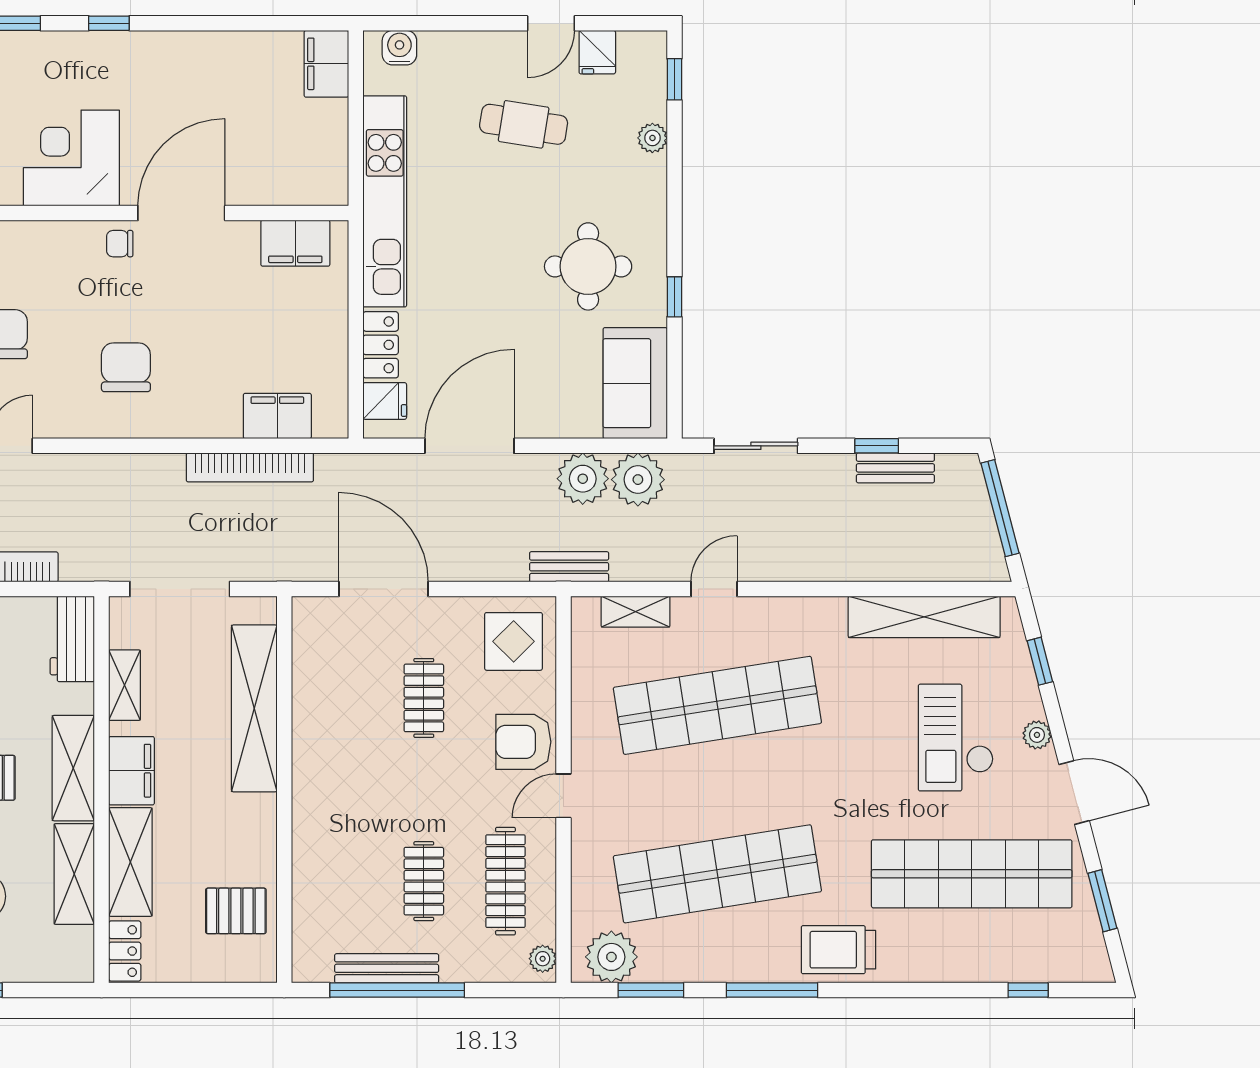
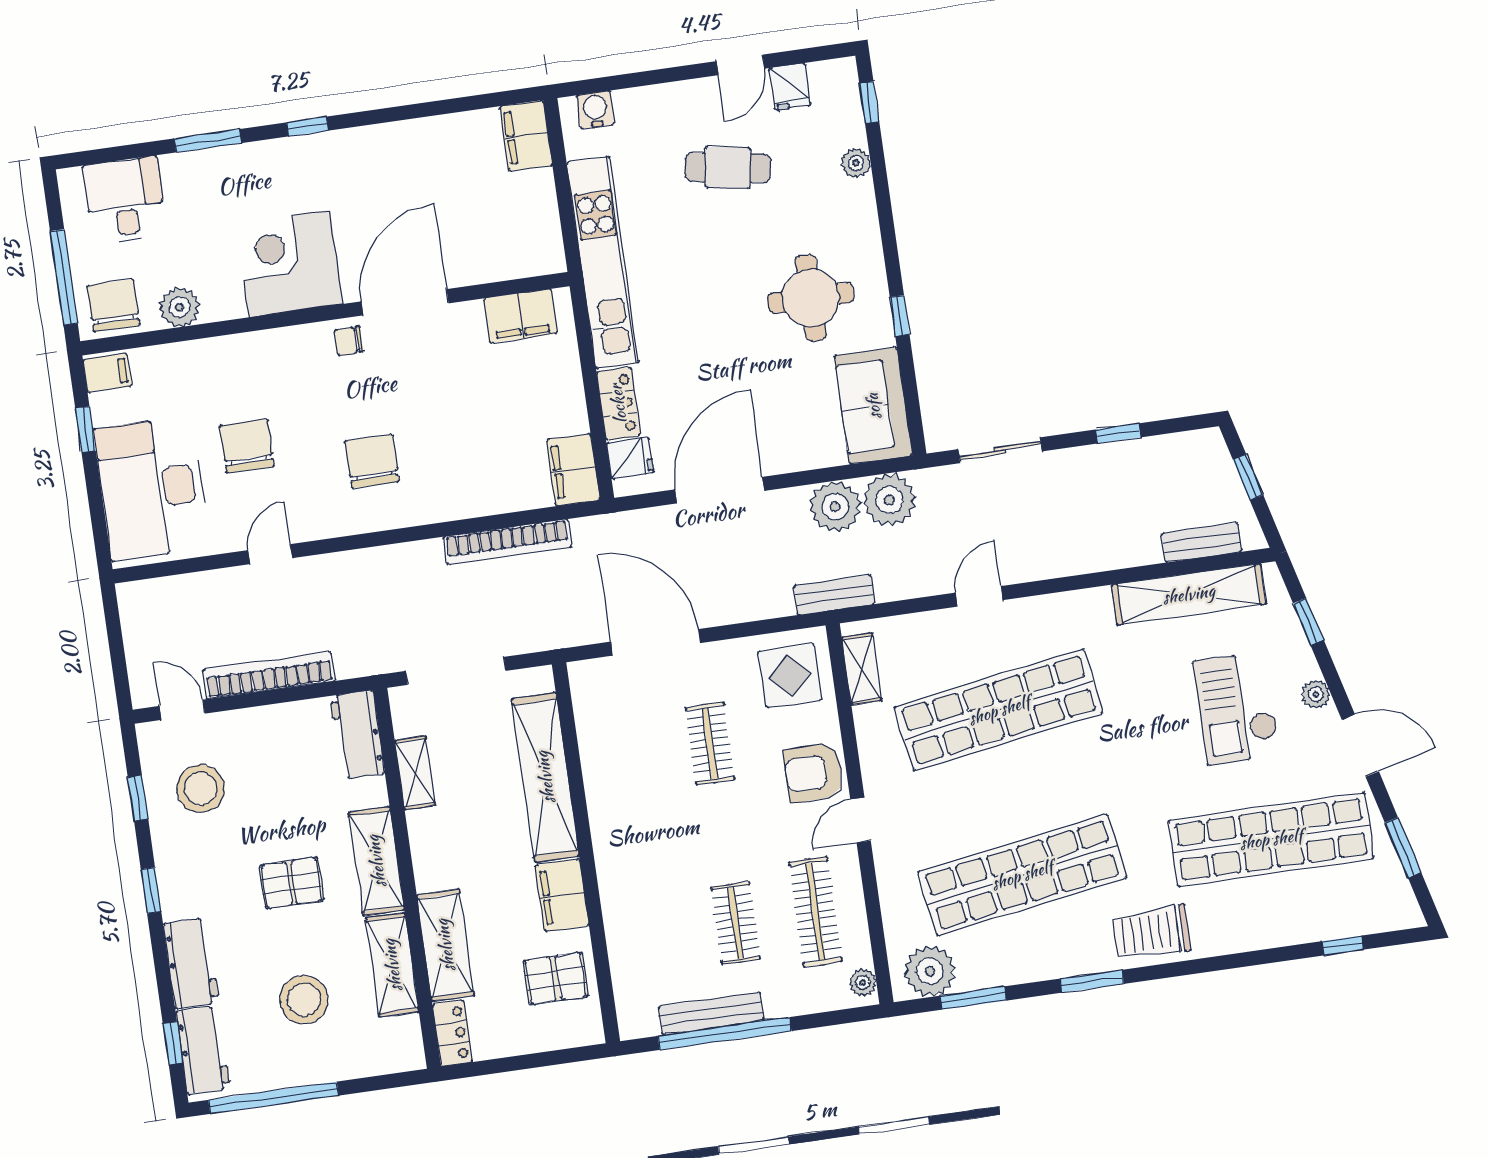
filing cabinet: (277, 416) -> (573, 470), moved, turned -90
bench: (895, 468) -> (1201, 543), moved
window: (1000, 508) -> (1248, 477), width x0.46
shelving: (636, 612) -> (862, 669), moved, turned 90
filing cabinet: (131, 771) -> (562, 895), moved, turned 180
window: (772, 990) -> (1092, 981), width x0.69

